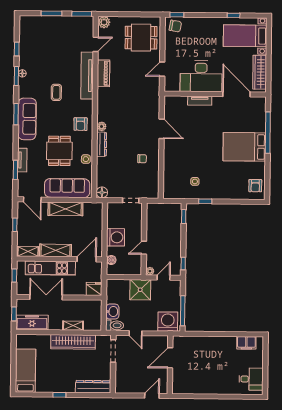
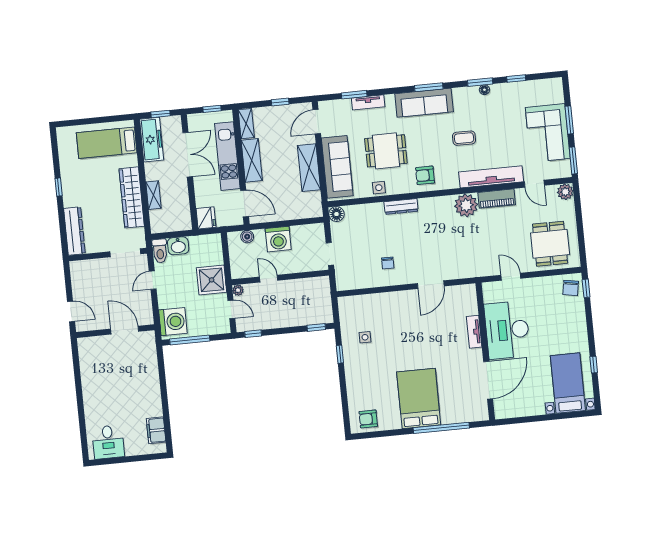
corner sofa: (59, 30) -> (548, 133), added
wardrobe: (260, 72) -> (521, 408), removed
plant: (102, 126) -> (466, 205), moved, width x1.87, depth x1.87
bed: (26, 371) -> (107, 143), moved, turned 180

